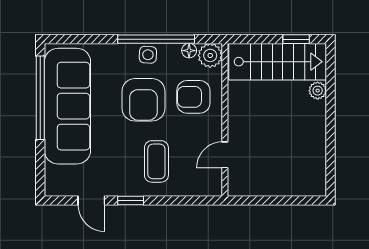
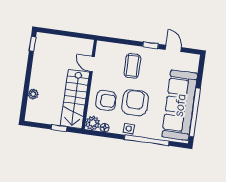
window: (156, 39) -> (147, 140), moved
window: (296, 39) -> (59, 128), moved
stairs: (278, 62) -> (75, 99), moved, turned -90
door: (225, 155) -> (92, 64), swing flipped
window: (330, 175) -> (32, 44), added

